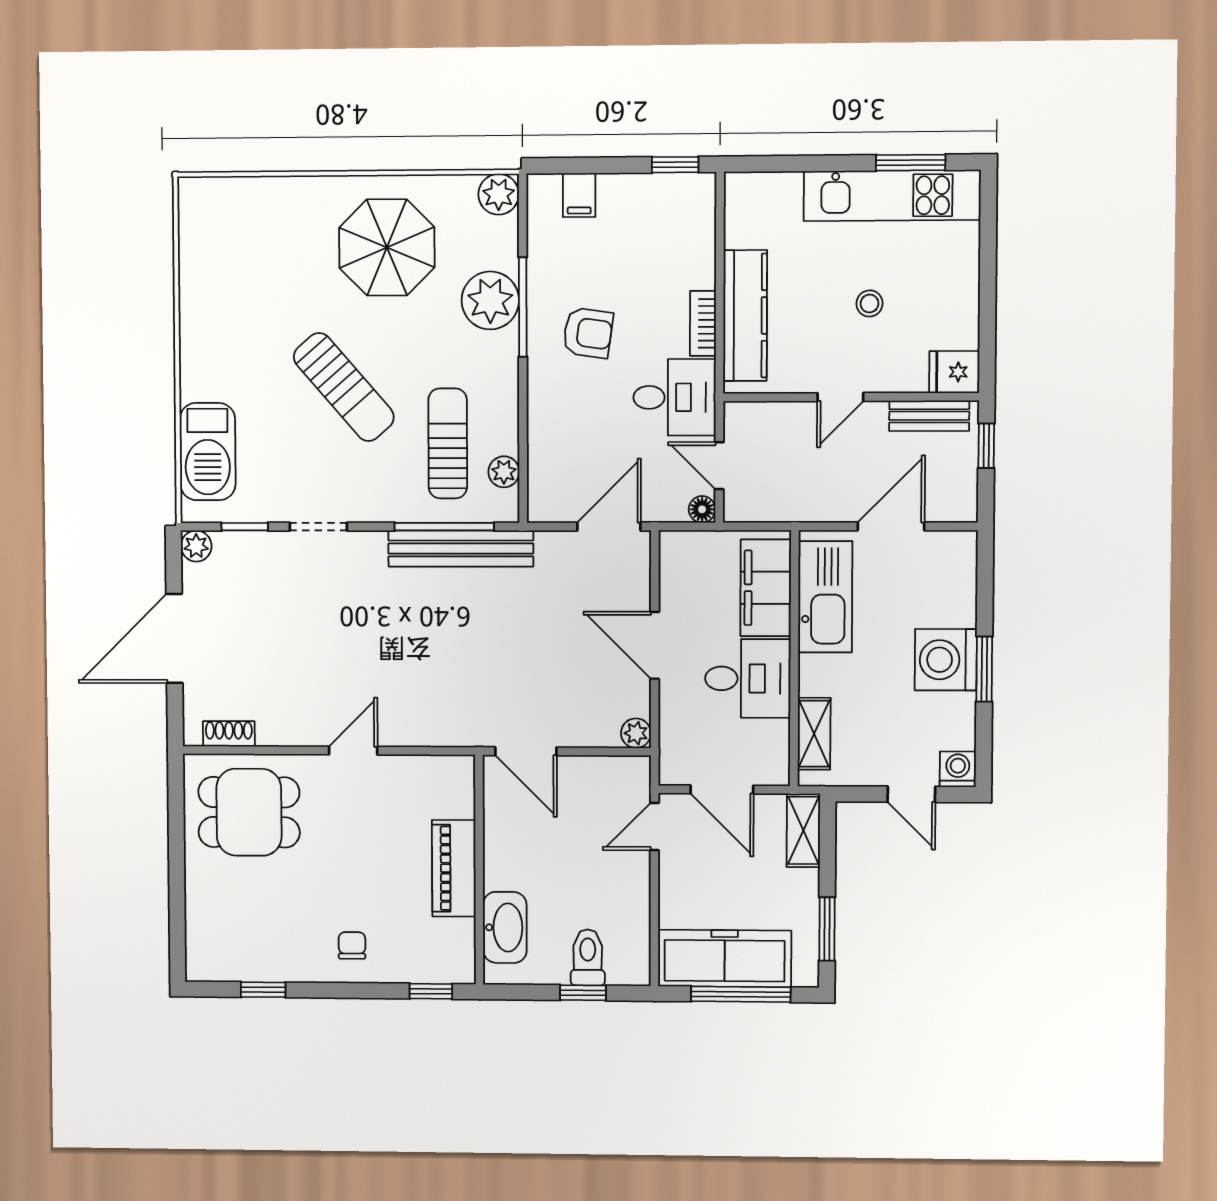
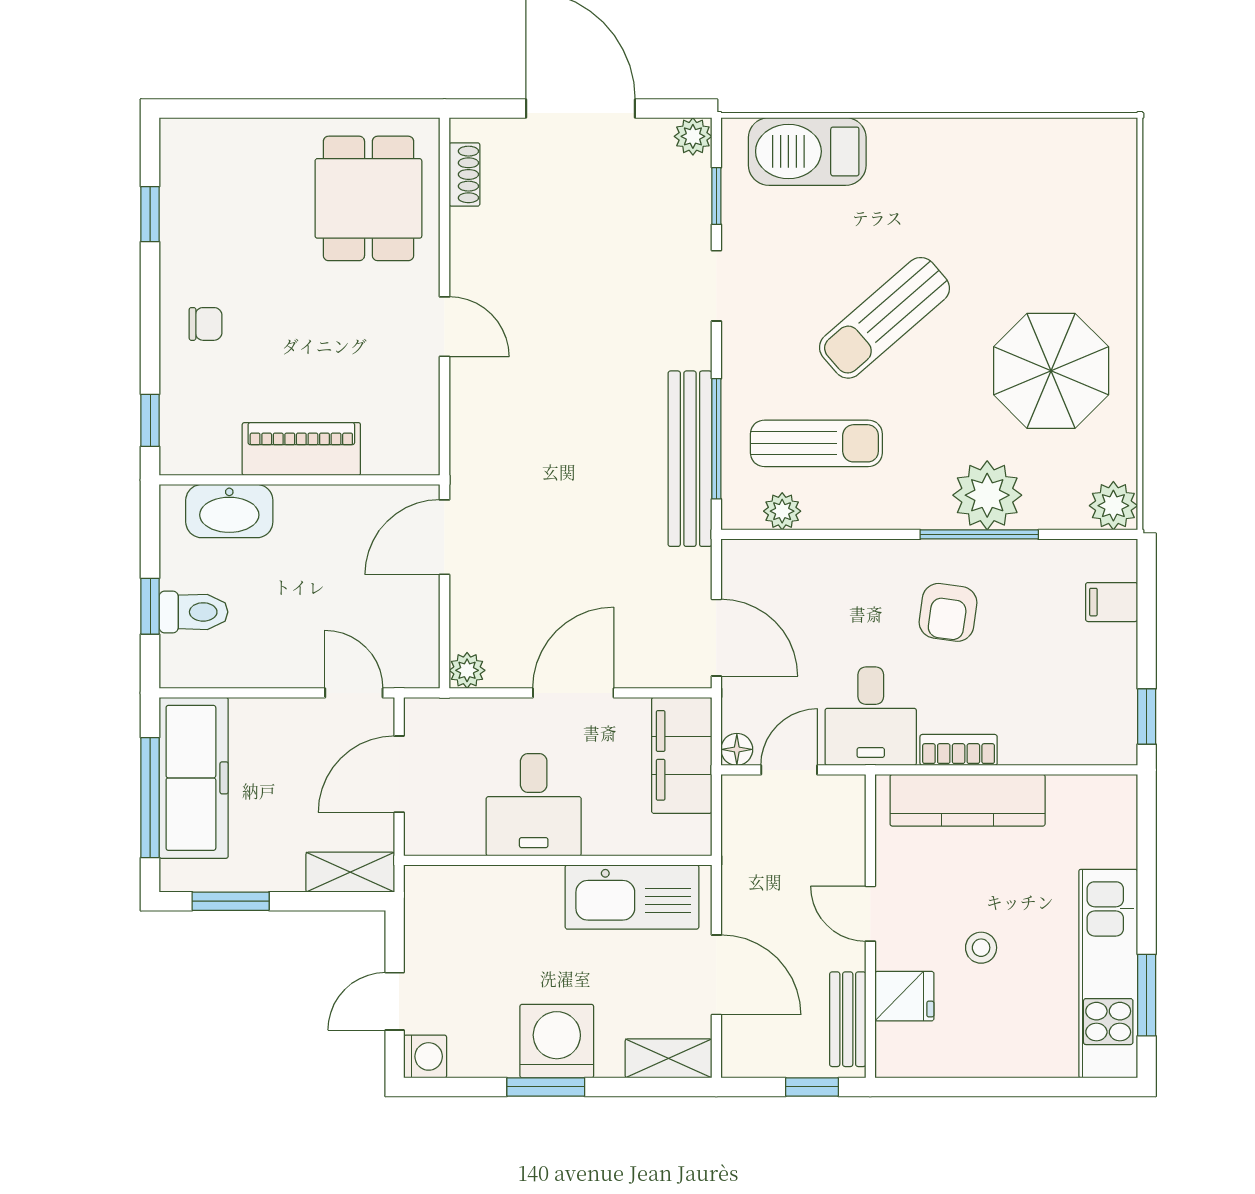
fridge: (954, 372) -> (904, 996), moved, turned 90
filing cabinet: (766, 588) -> (682, 755), moved, turned -90
shelving: (814, 734) -> (668, 1058), moved

